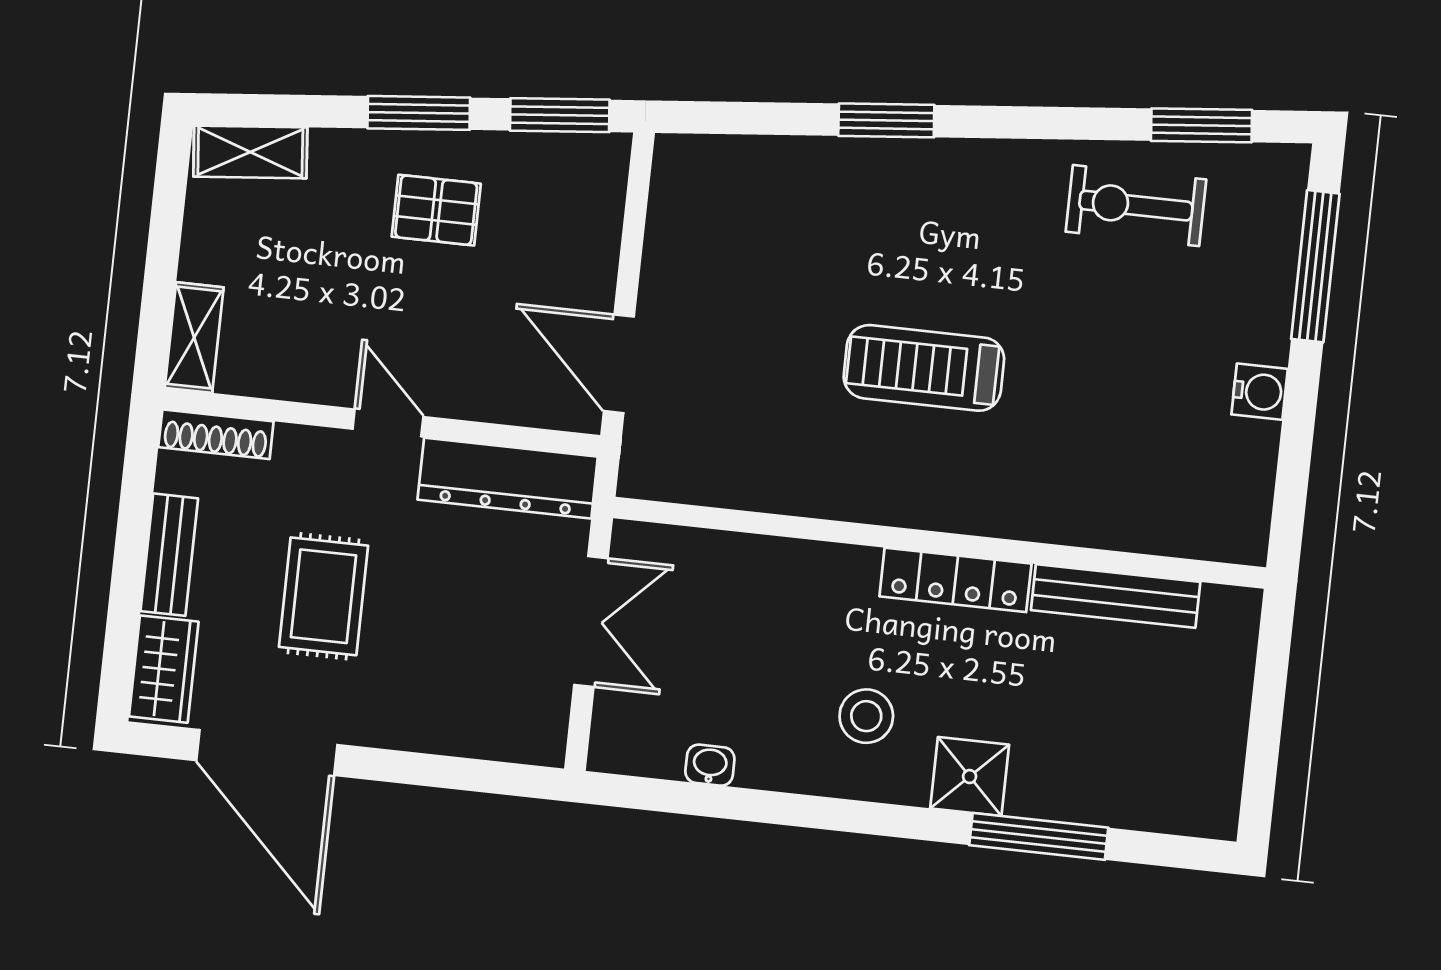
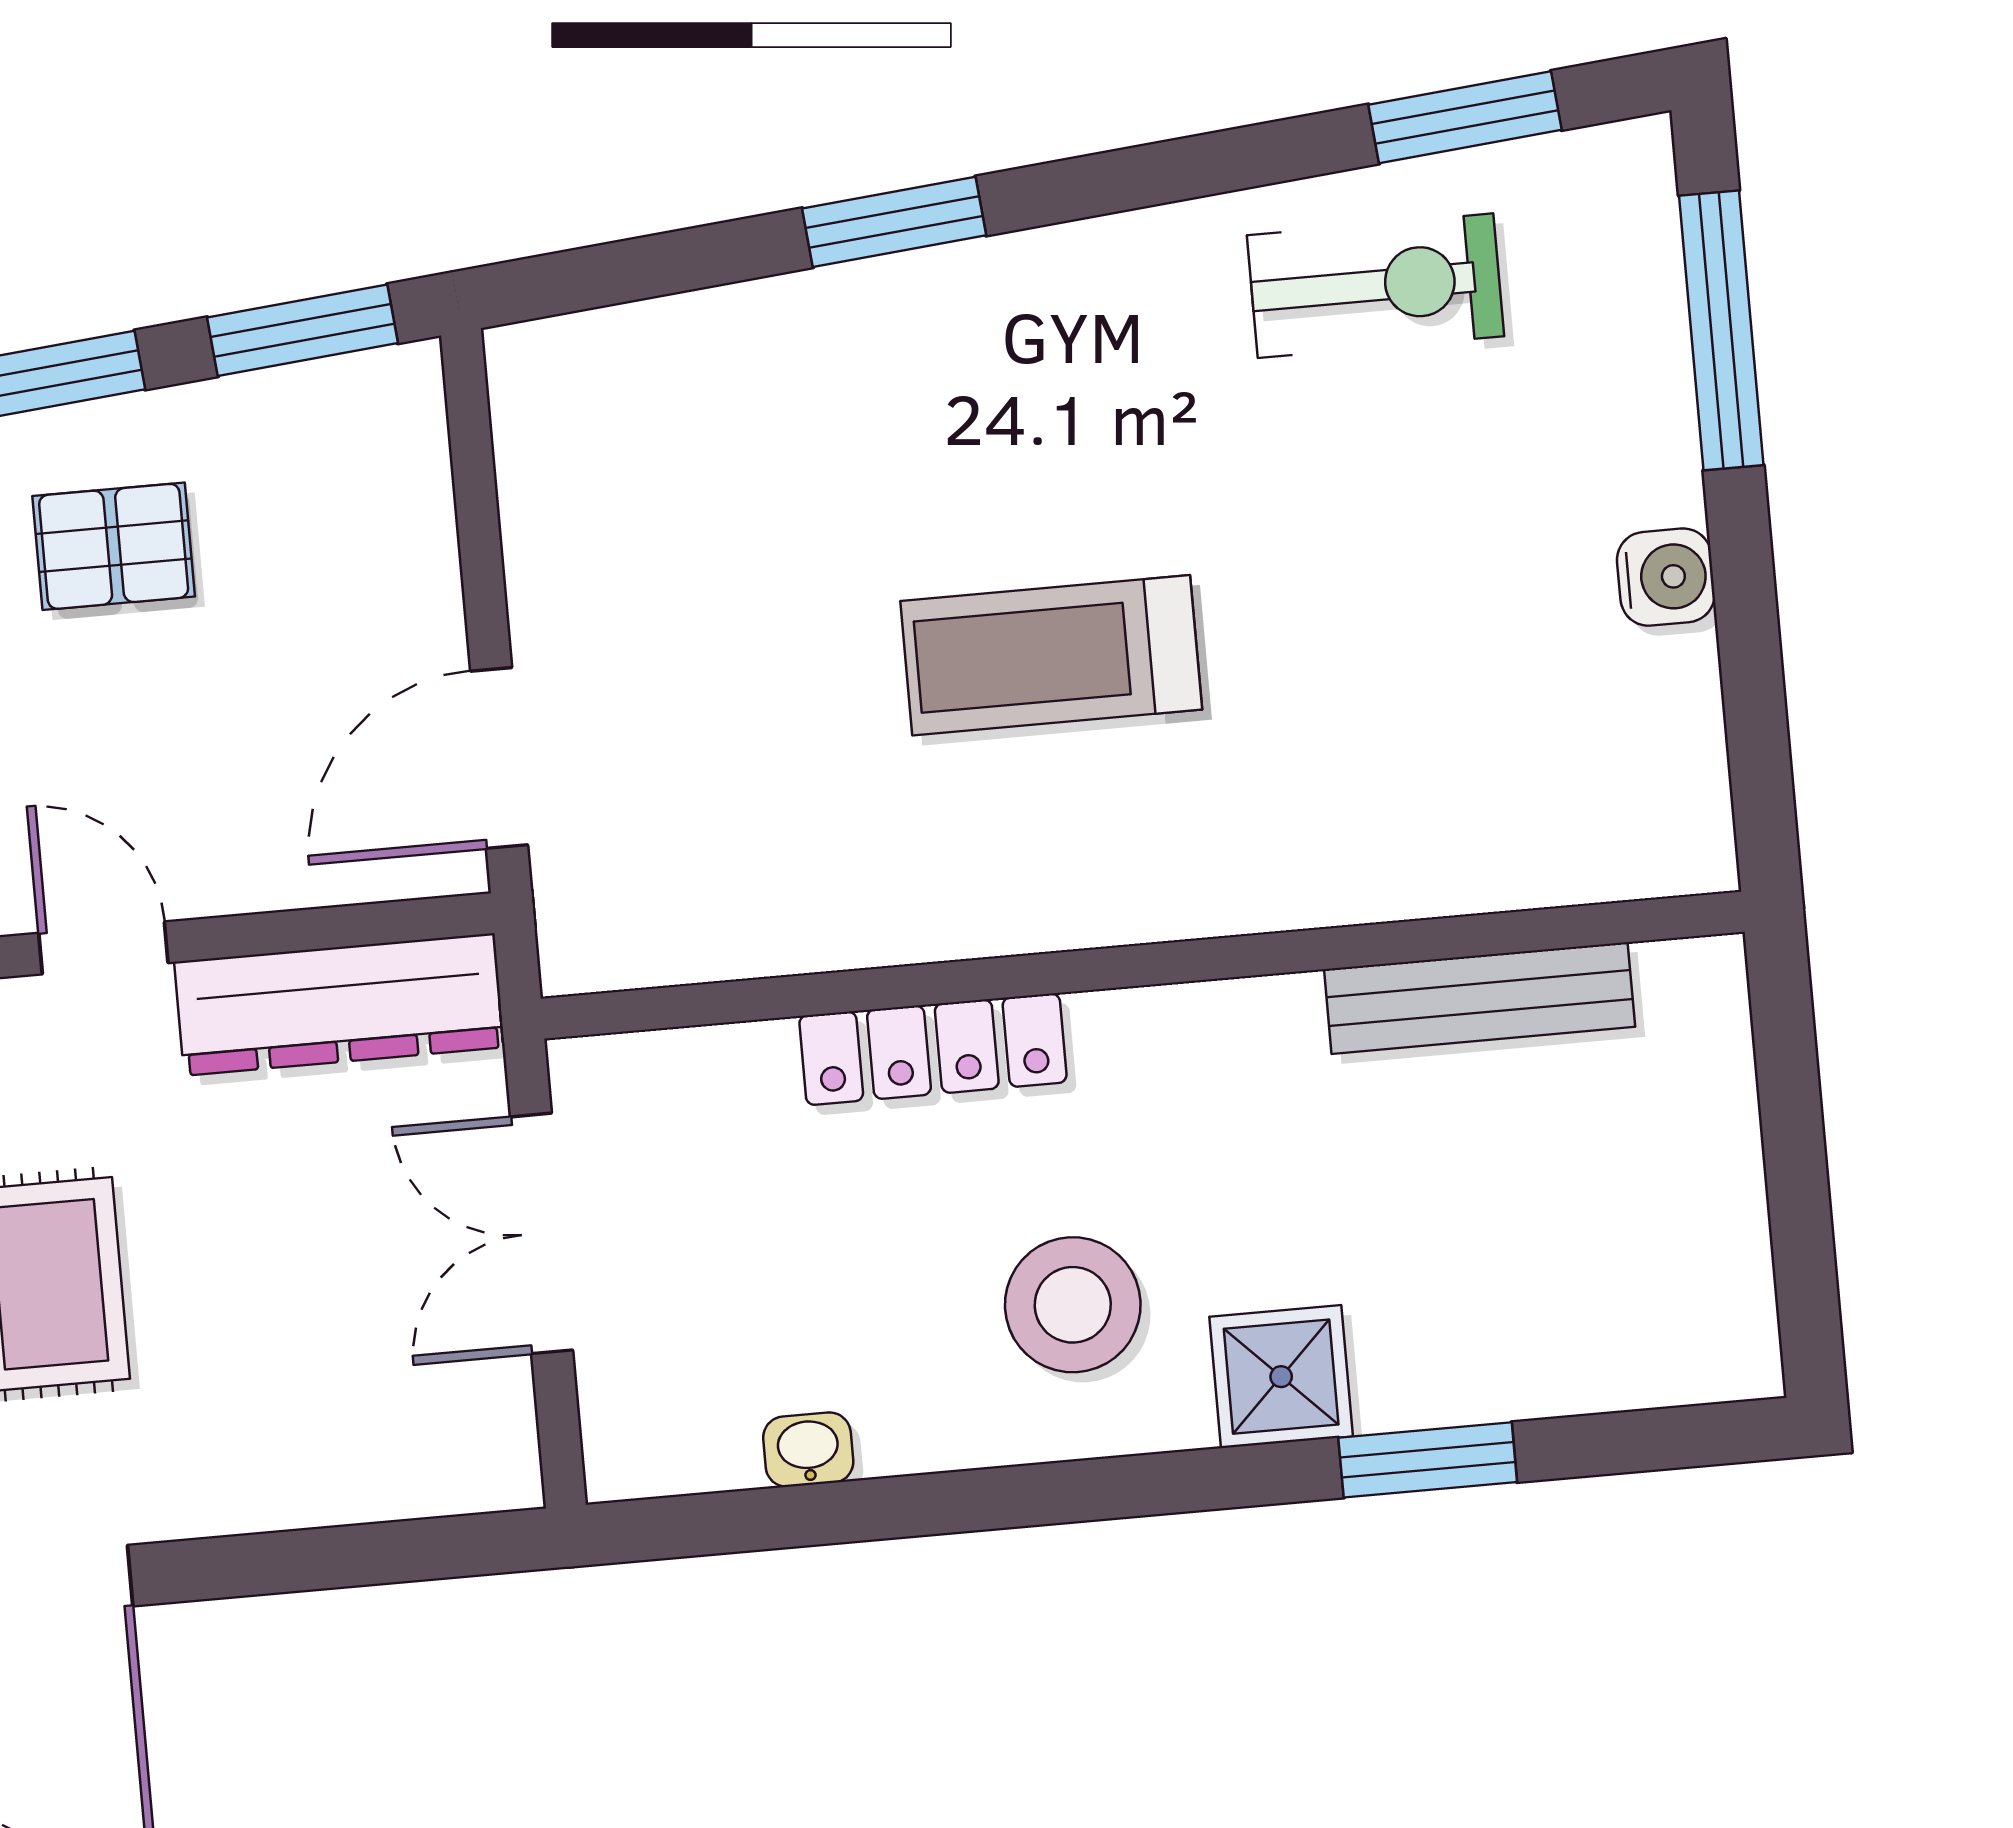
exercise bike: (1136, 206) -> (1375, 286), turned 180
door: (619, 364) -> (499, 758), hinge flipped
locker: (955, 580) -> (933, 1049), moved
double door: (591, 622) -> (542, 1233), swing flipped
stool: (866, 716) -> (1073, 1305), width x1.38, depth x1.38
window: (1039, 836) -> (1428, 1460), width x0.69

